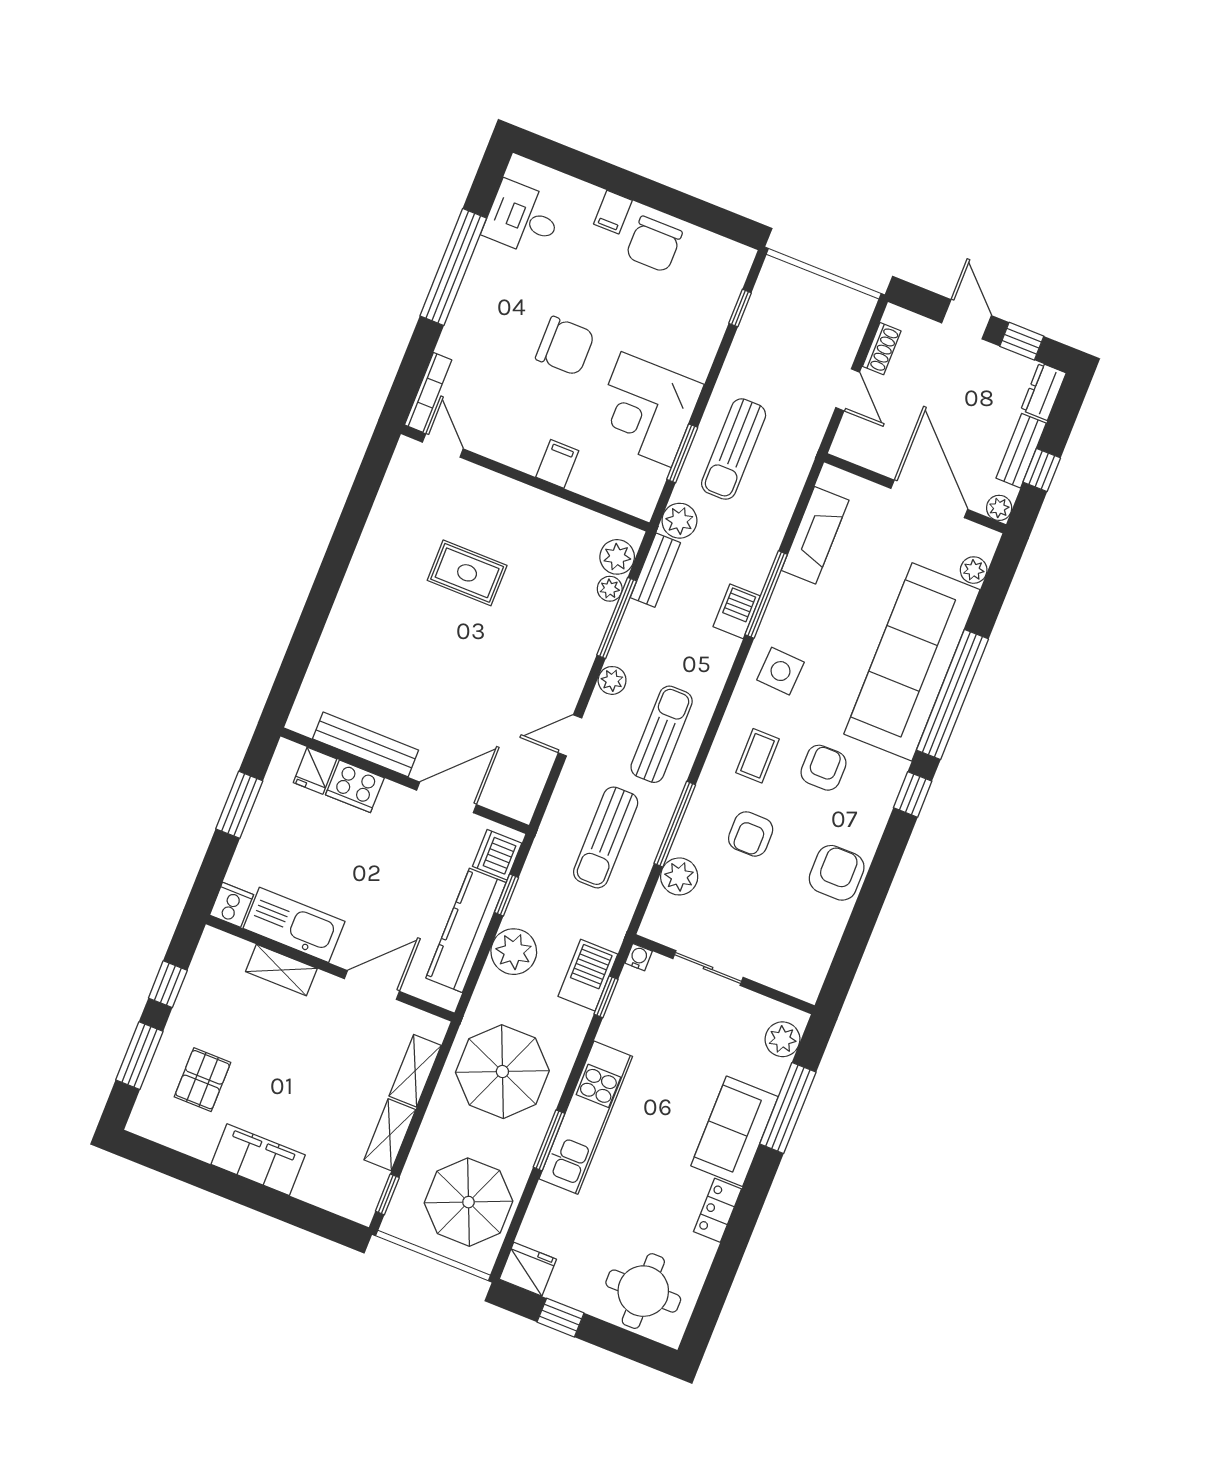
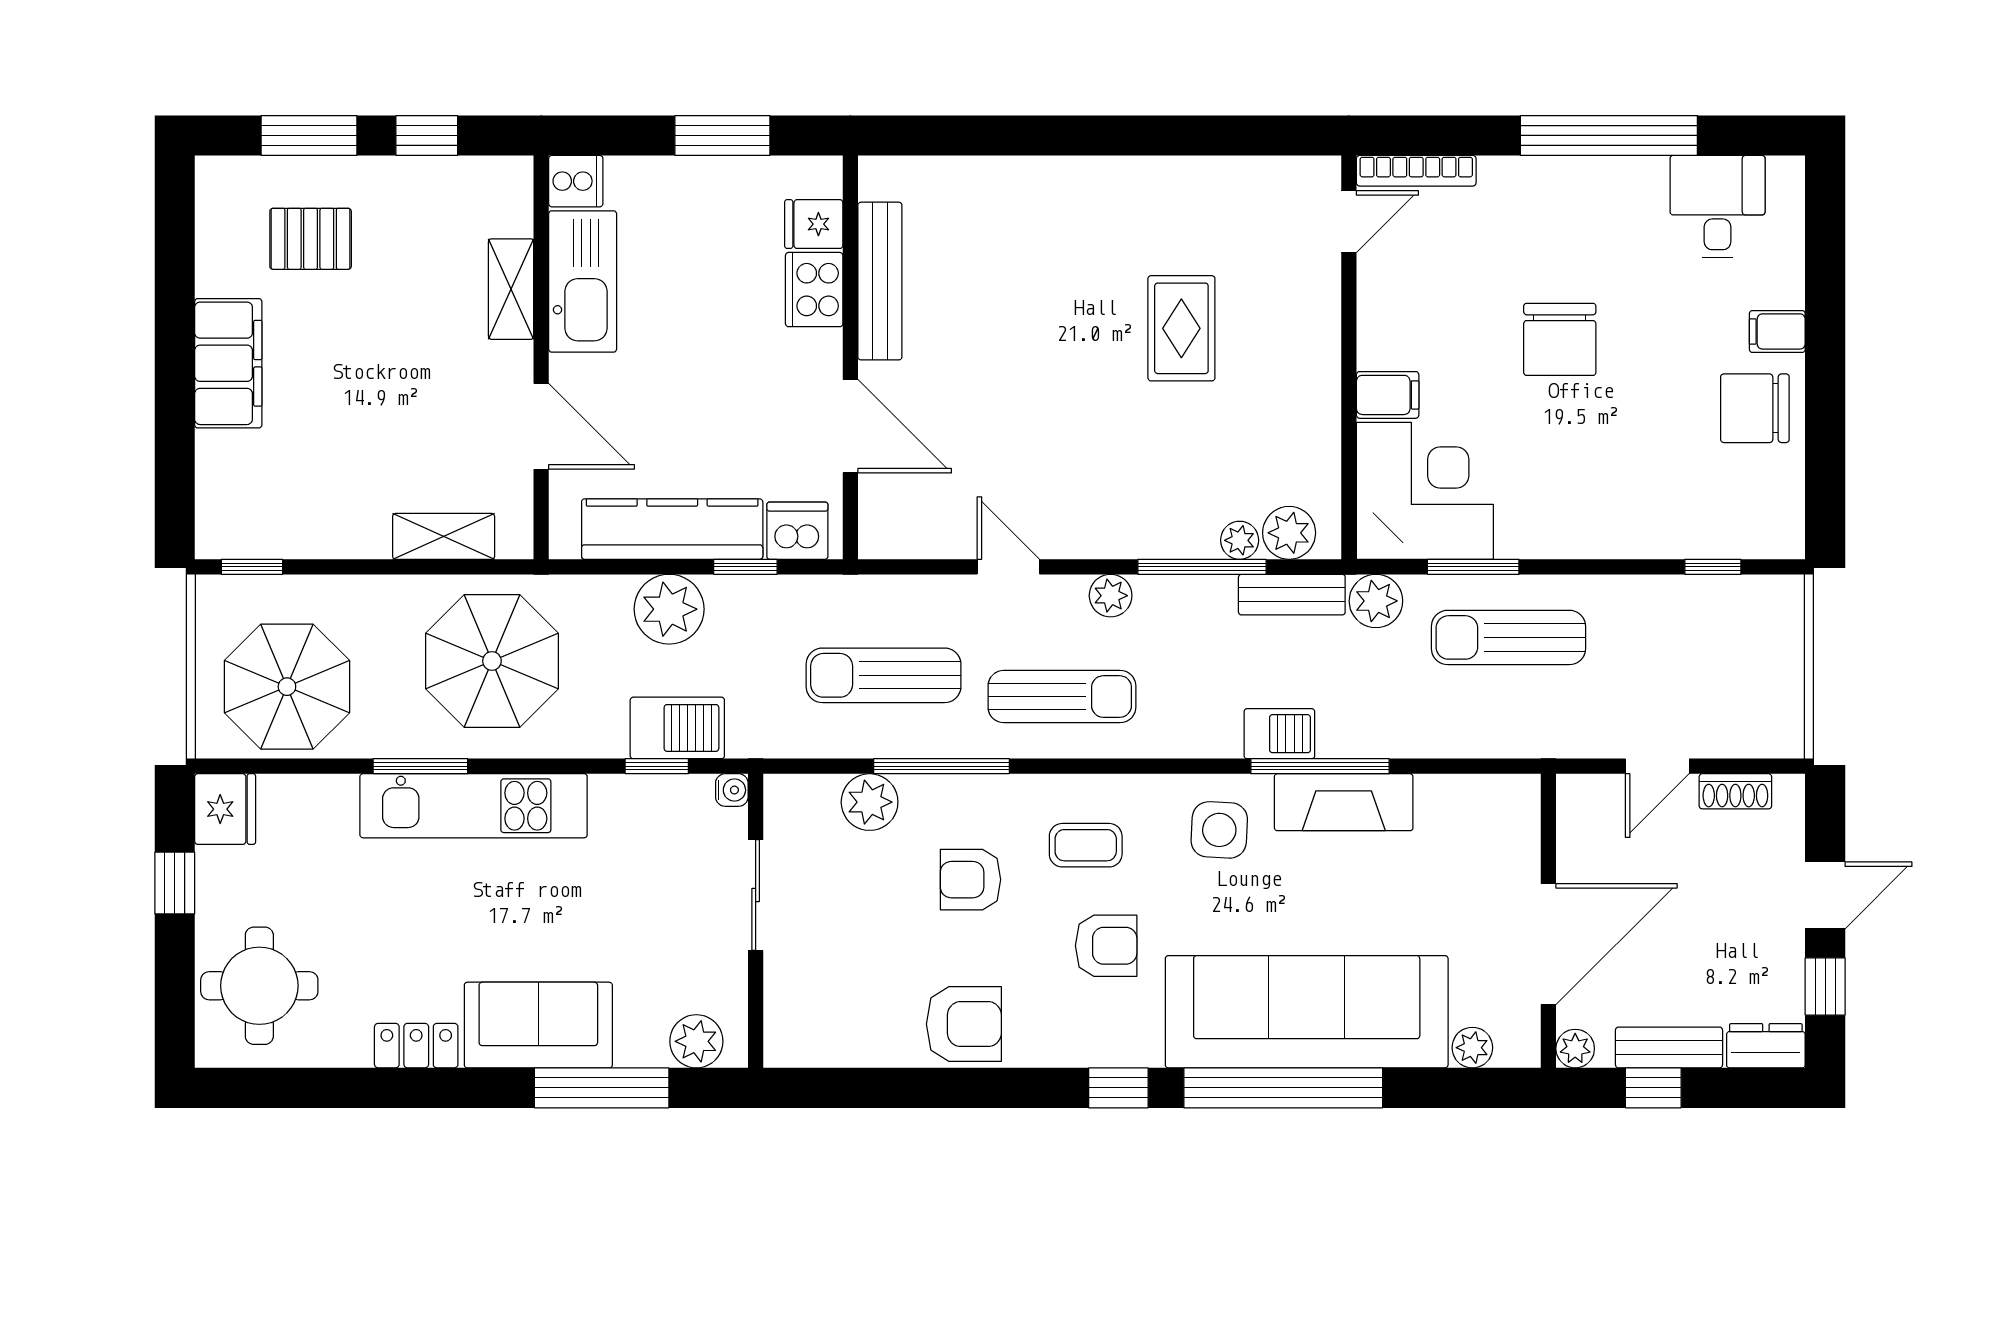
corner desk: (646, 409) -> (1425, 491), moved, turned 90
fireplace: (815, 535) -> (1344, 802), moved
shelving: (390, 1135) -> (338, 537), removed

